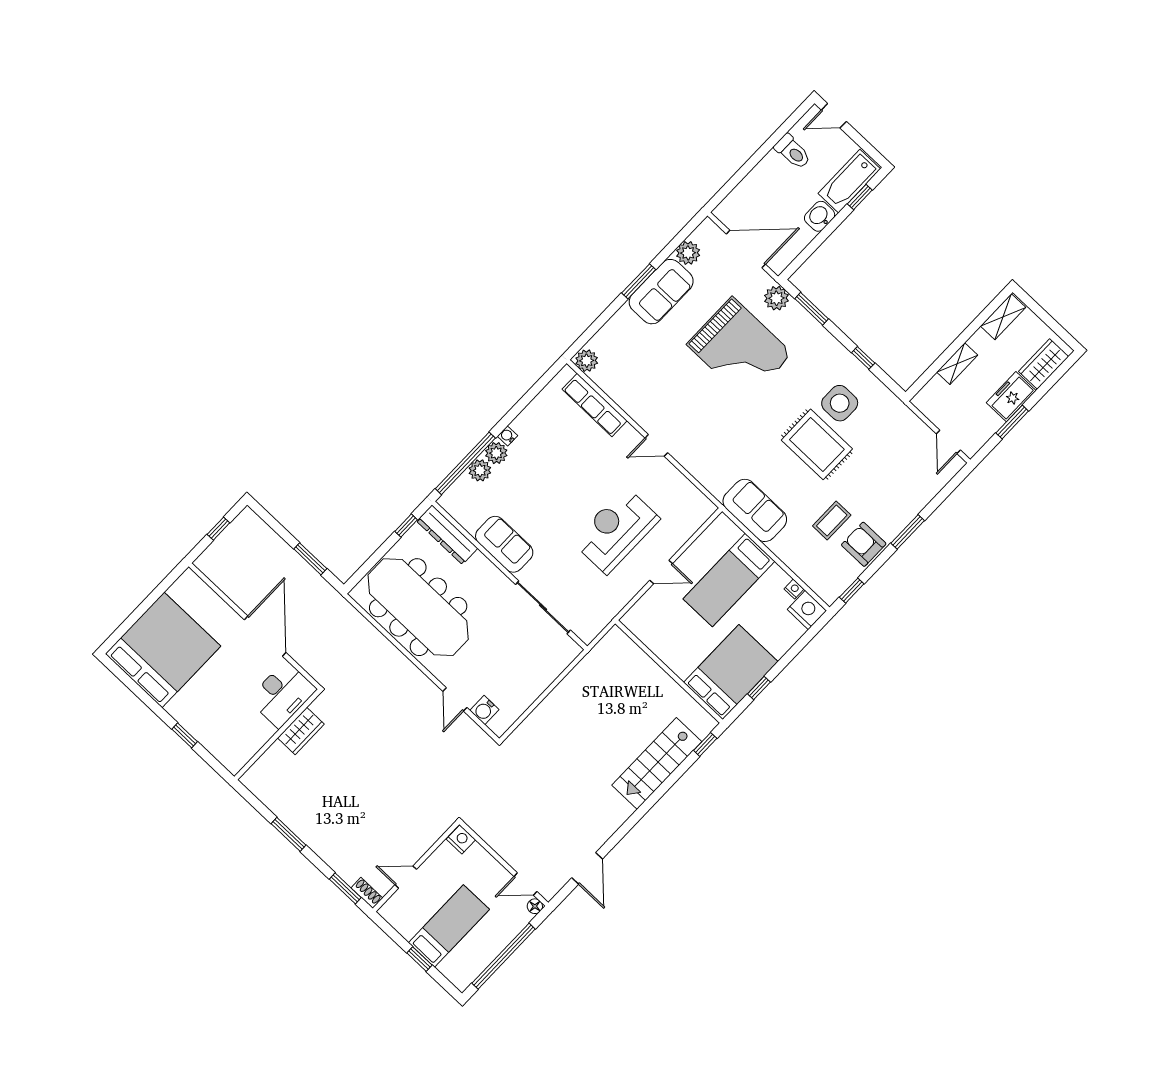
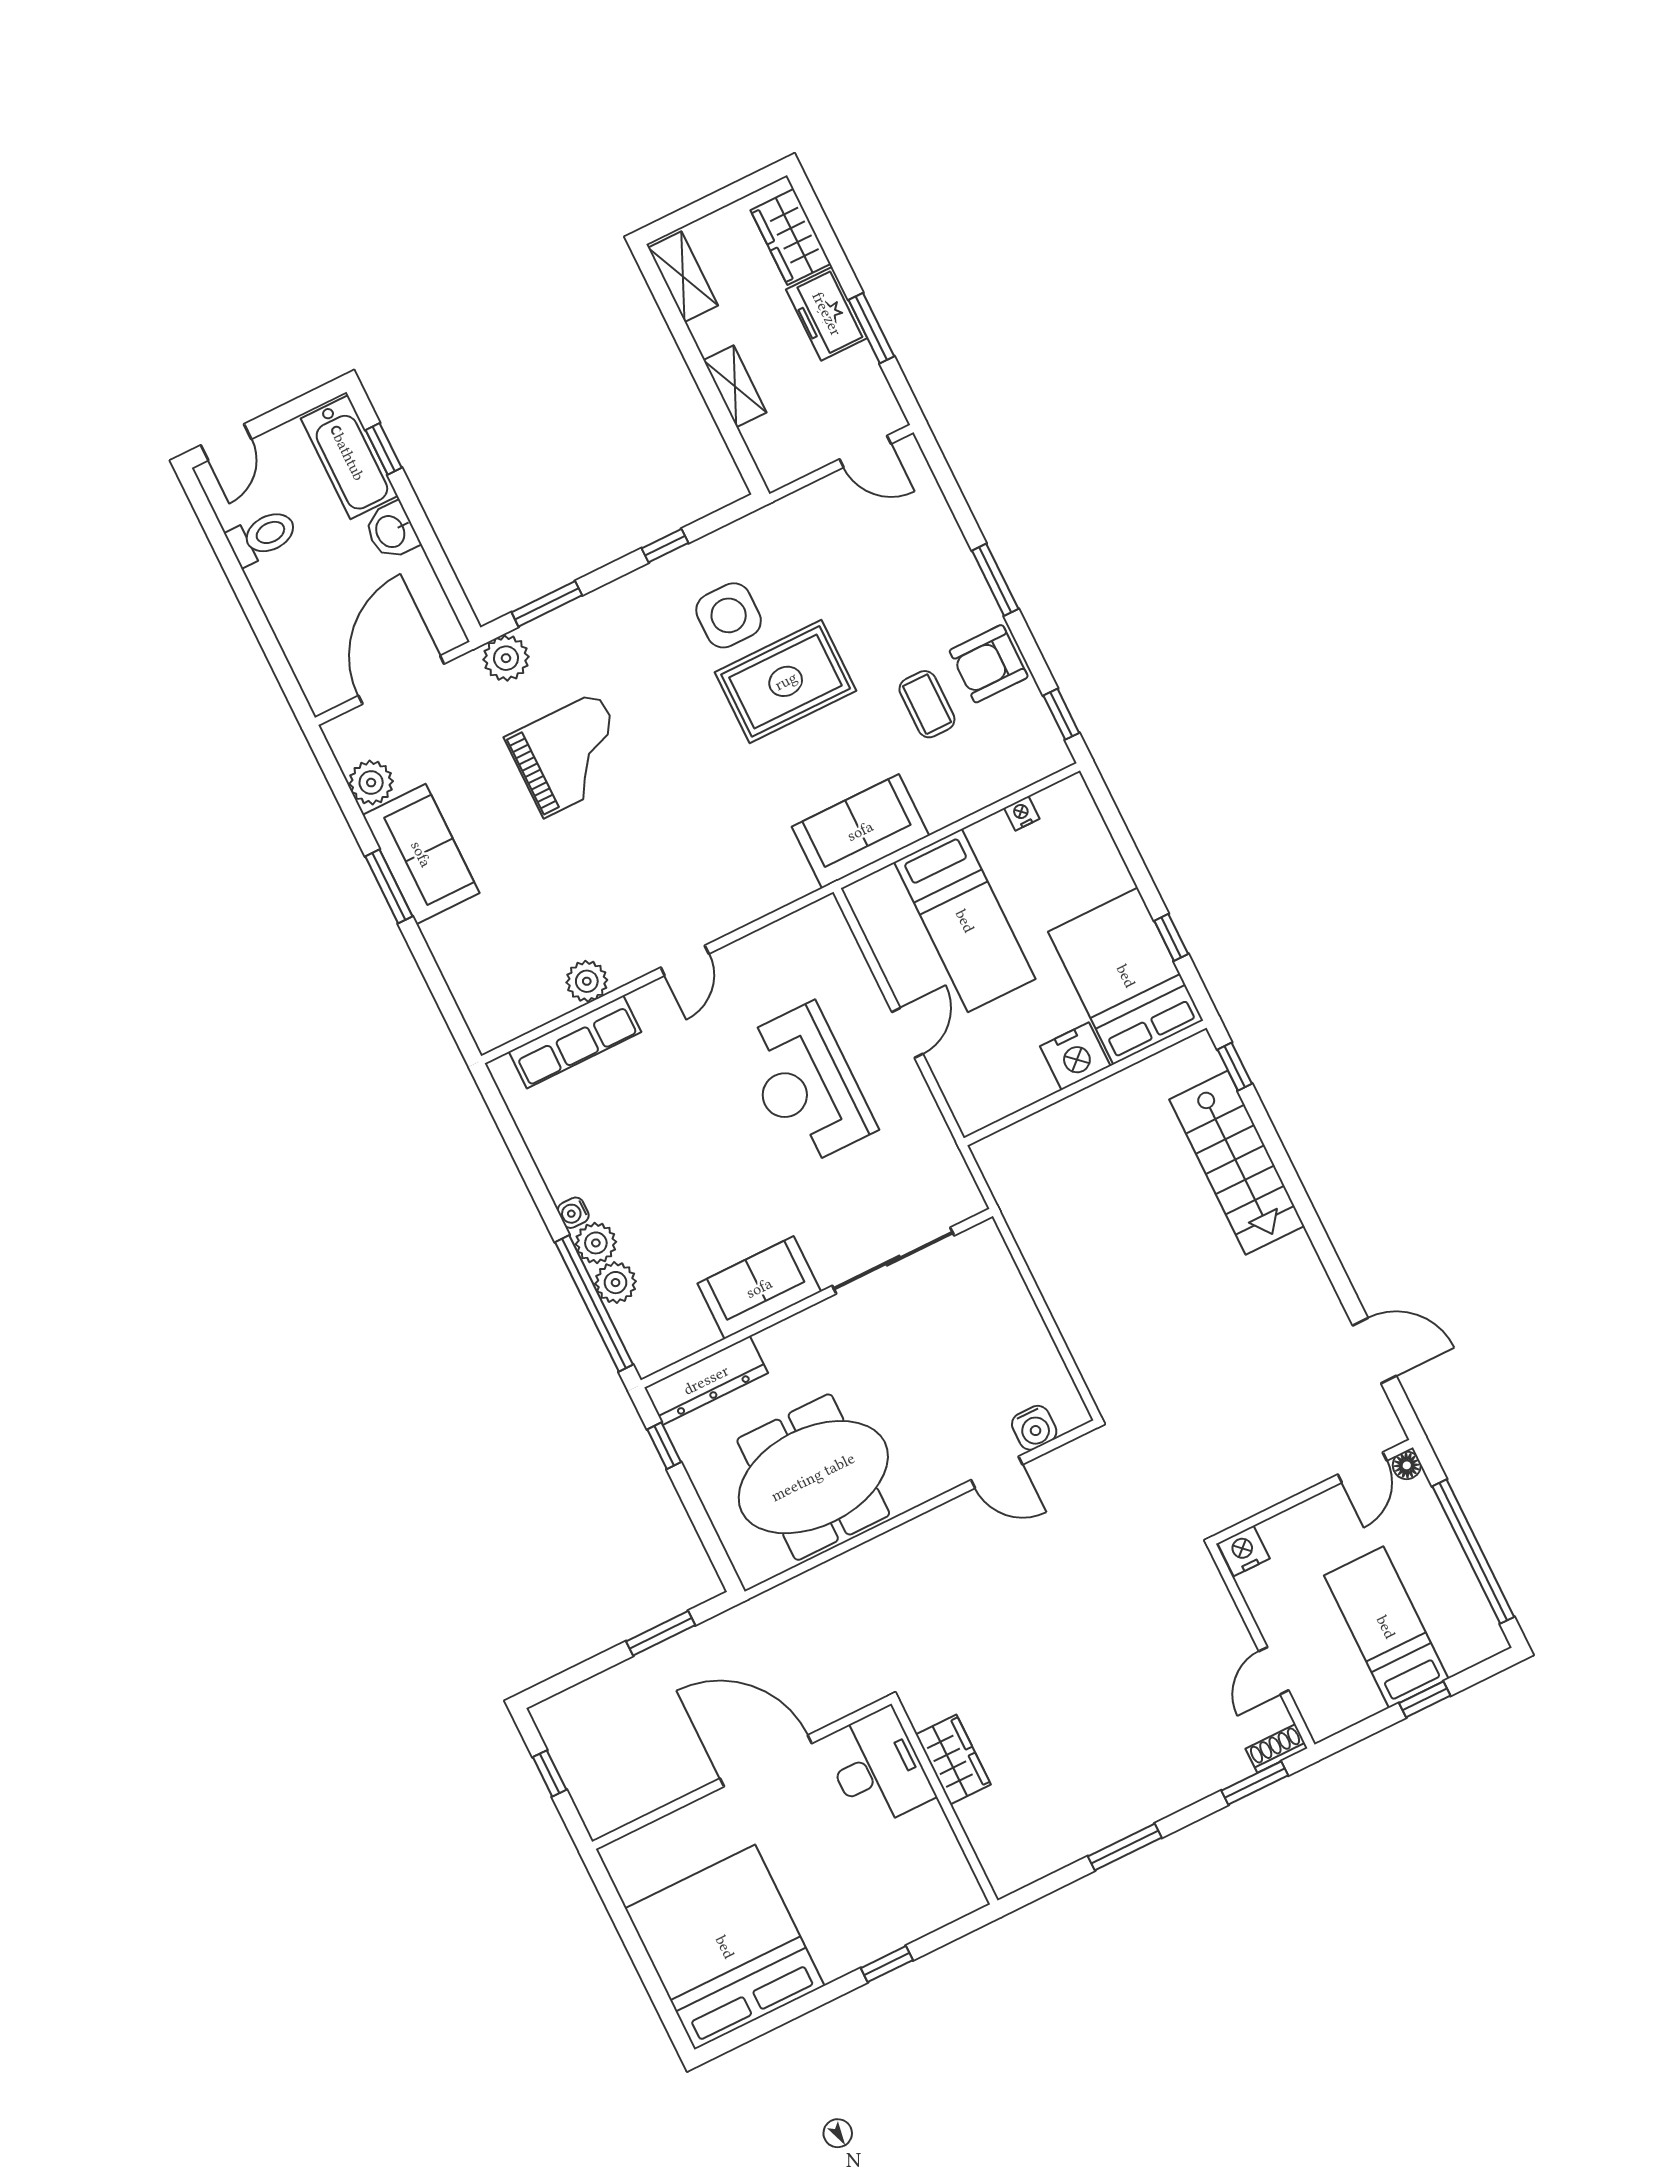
grand piano: (739, 349) -> (571, 755), width x0.73, depth x0.68
plant: (587, 361) -> (587, 981), moved
meeting table: (418, 607) -> (813, 1477), width x0.73
nightstand: (807, 610) -> (1075, 1056), moved, turned 180

